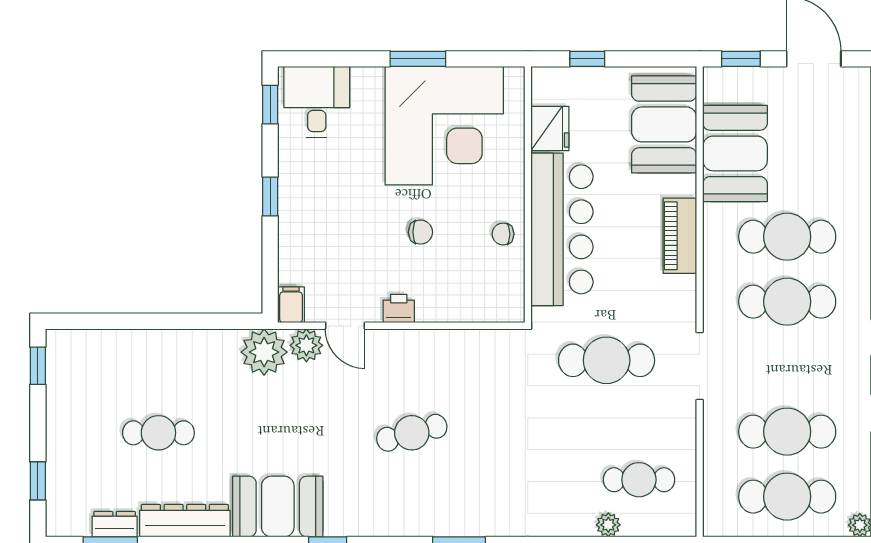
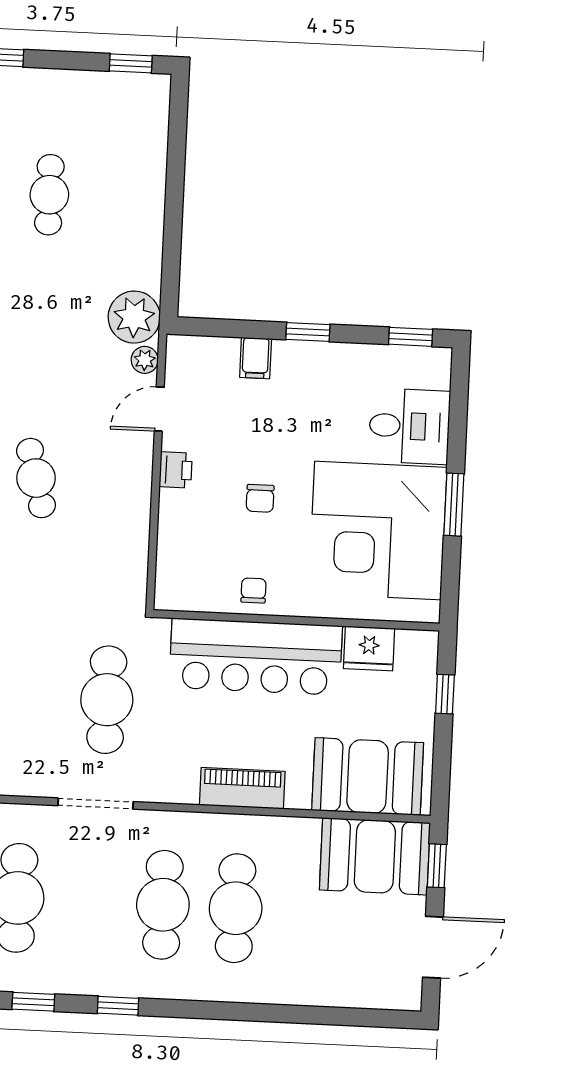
desk: (317, 102) -> (409, 426), moved
booth: (735, 153) -> (375, 856), moved
filing cabinet: (291, 305) -> (256, 358), moved, turned 90
plant: (306, 345) -> (145, 360), width x0.73, depth x0.73

